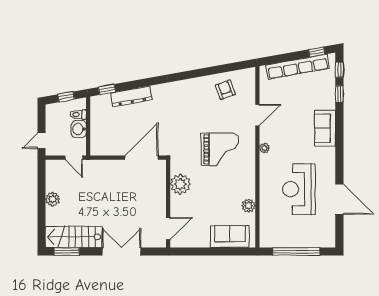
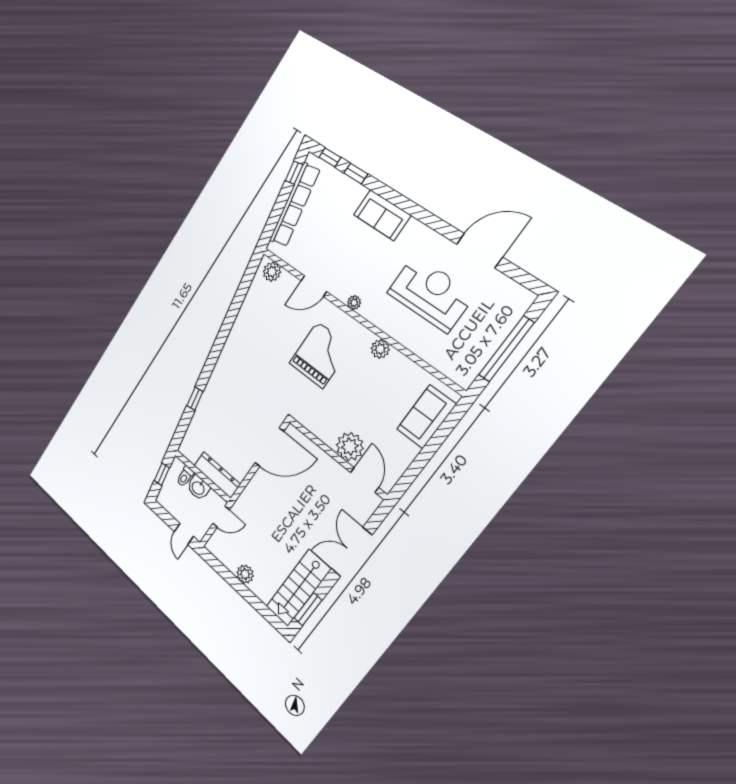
plant: (248, 81) -> (272, 272), added
window: (107, 89) -> (195, 399), moved
armchair: (225, 90) -> (264, 303), removed
dresser: (131, 96) -> (217, 475), moved, turned -80
door: (257, 115) -> (314, 286), swing flipped
door: (142, 158) -> (269, 447), swing flipped
plant: (180, 184) -> (350, 447), moved
reception desk: (299, 189) -> (431, 294), turned 180
plant: (249, 206) -> (380, 349), moved

